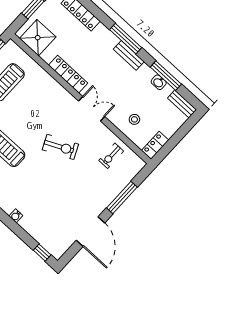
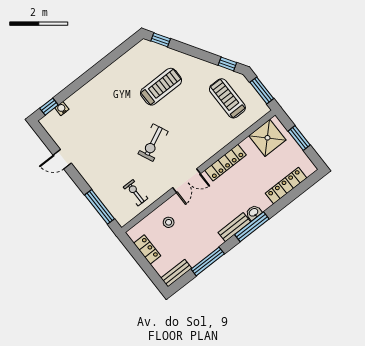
washbasin: (159, 82) -> (254, 213), moved
locker: (155, 145) -> (147, 249), moved
window: (122, 197) -> (100, 207), moved
water cooler: (16, 216) -> (62, 109), moved
door: (91, 232) -> (62, 159), width x0.53

